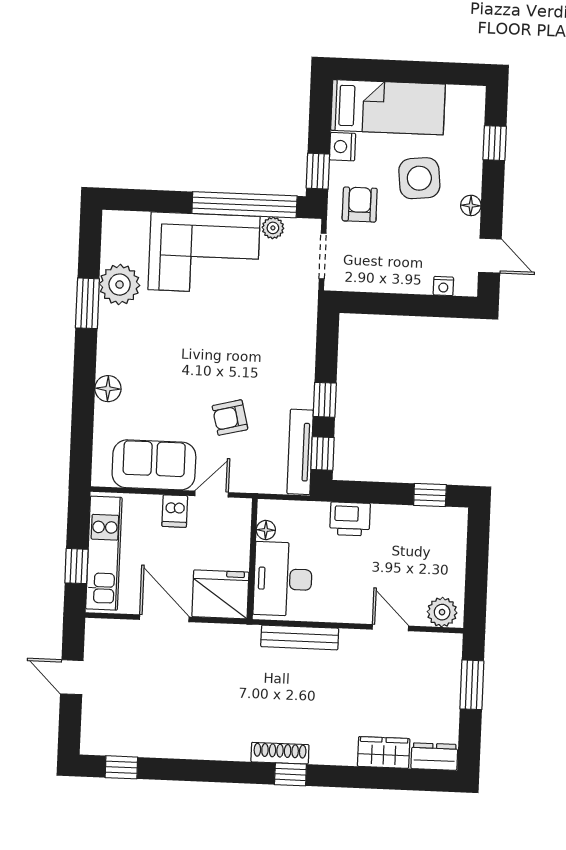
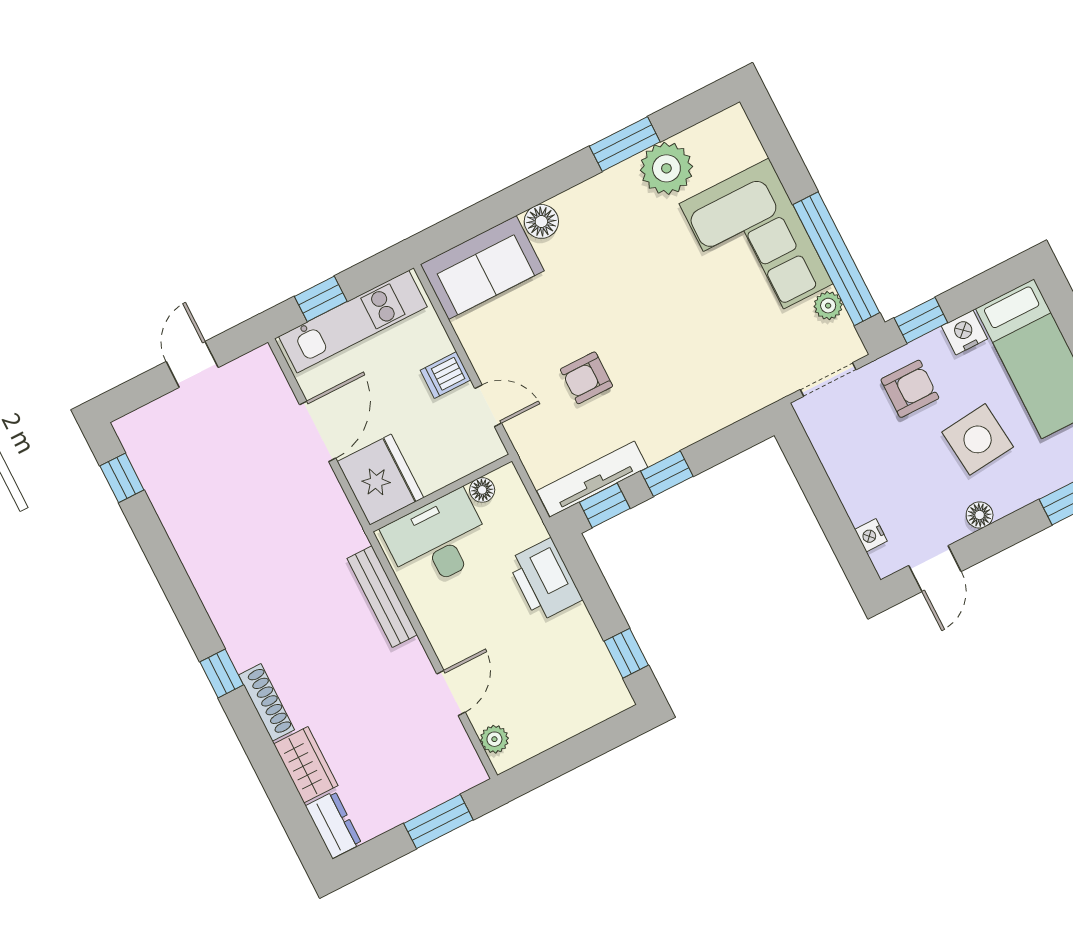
armchair: (230, 418) -> (586, 378), turned -76
sofa: (154, 465) -> (482, 268), moved, turned 90
printer: (350, 519) -> (545, 580), width x1.37, depth x1.19
plant: (442, 612) -> (494, 739), width x0.73, depth x0.73
shoe rack: (280, 753) -> (267, 702), moved

